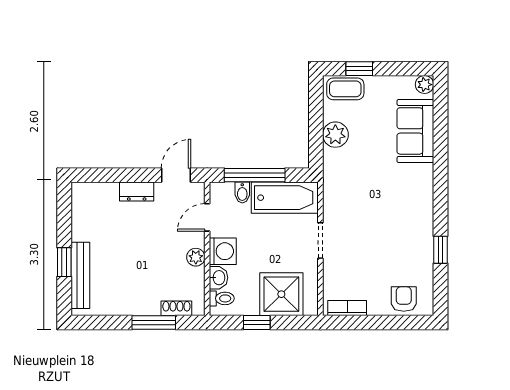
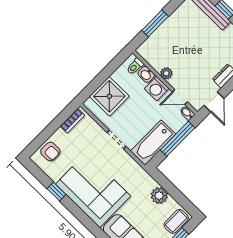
bidet: (242, 193) -> (187, 113), moved
corner sofa: (400, 212) -> (93, 190), added
door: (207, 217) -> (180, 97), swing flipped
shoe rack: (176, 308) -> (151, 41), removed
window: (257, 322) -> (107, 72), removed

